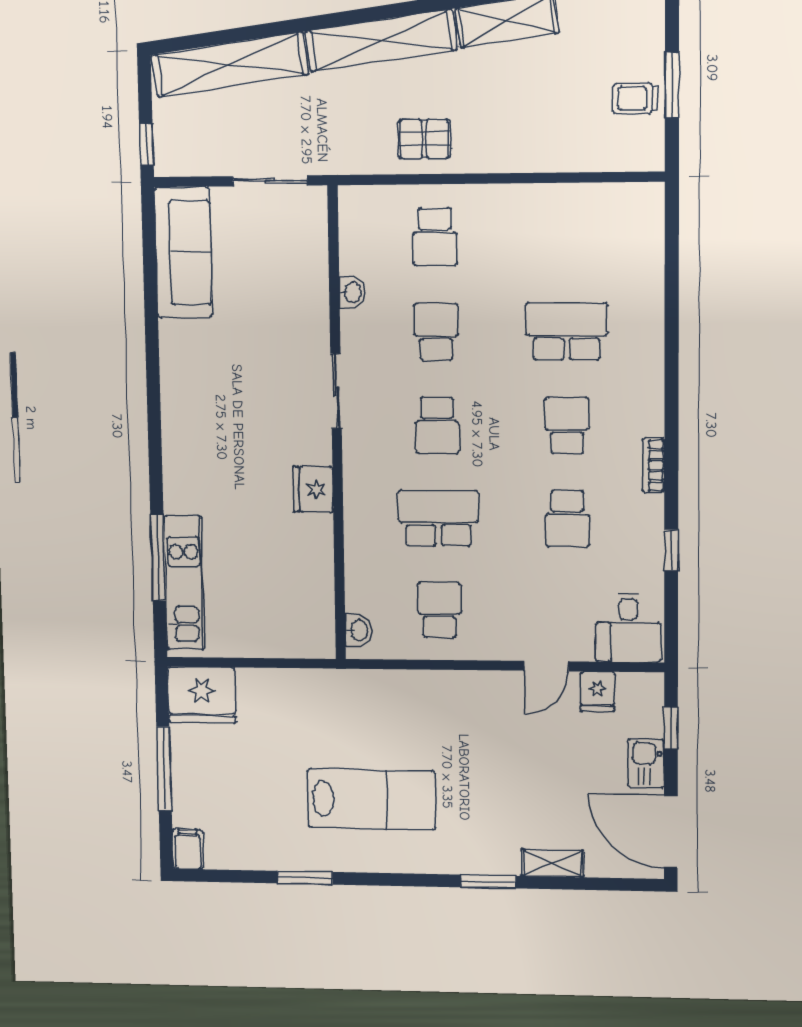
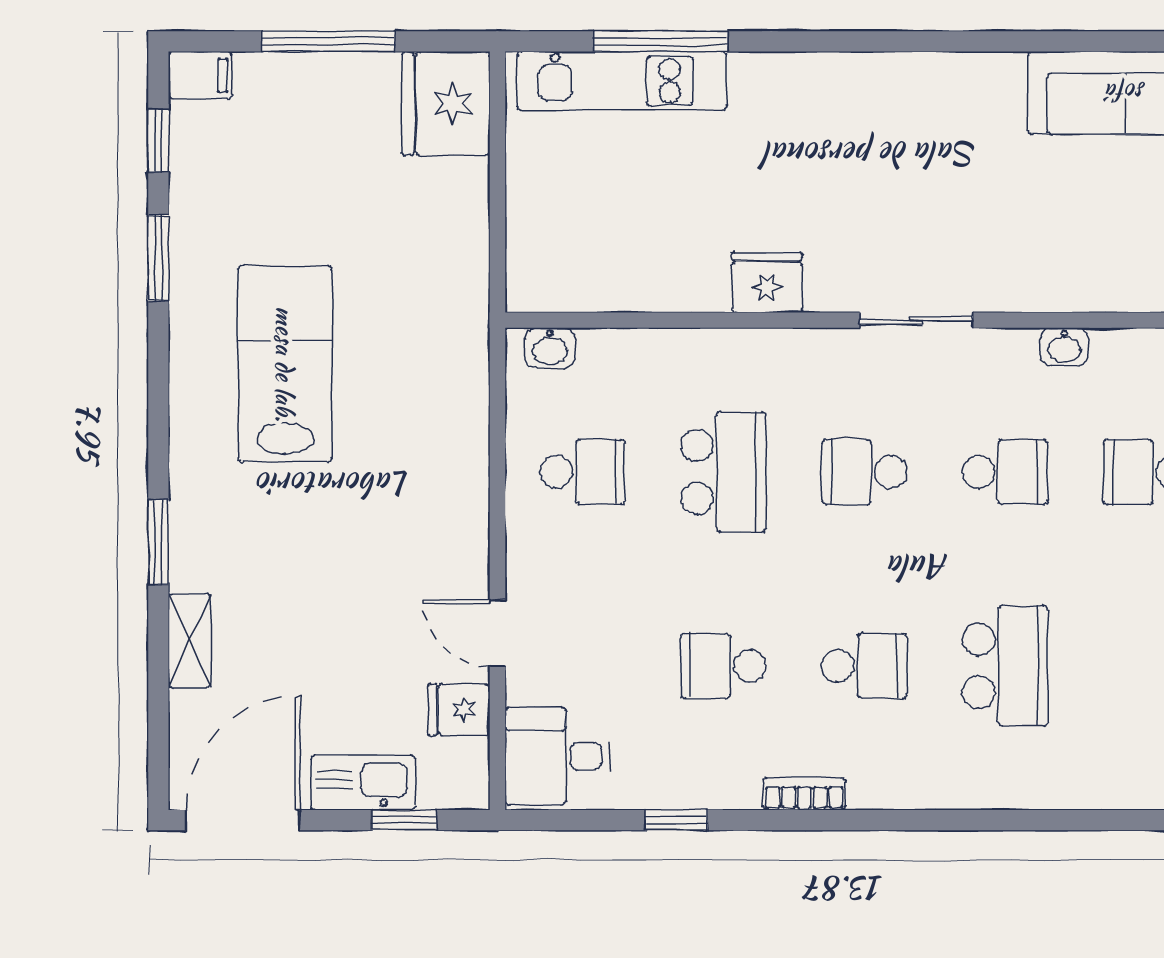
kitchen sink: (646, 763) -> (363, 783), width x1.38
lab bench: (372, 799) -> (285, 364), turned 180
window: (230, 876) -> (158, 141), added

